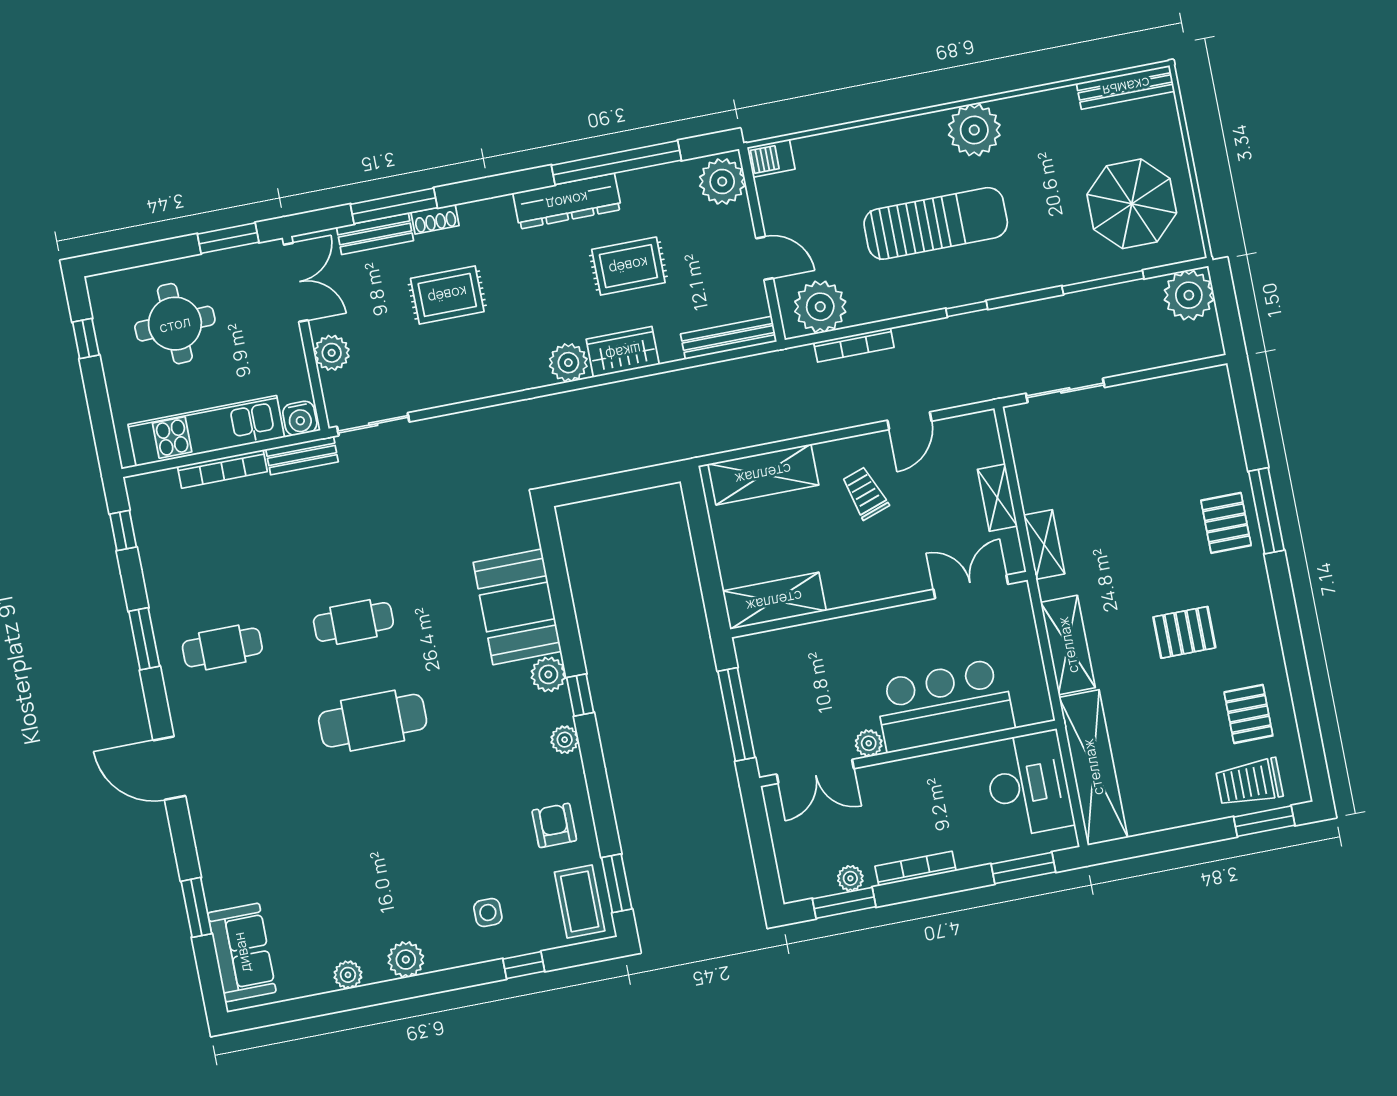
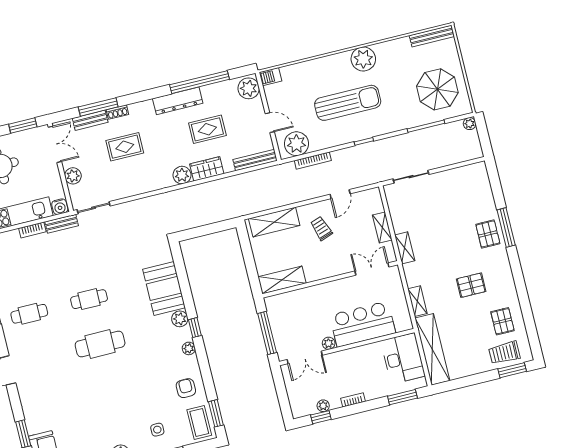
plant: (1189, 295) -> (470, 124), width x0.53, depth x0.53
bookcase: (222, 469) -> (32, 230), width x0.64
shelving: (1068, 645) -> (417, 301), width x0.67, depth x0.75
bookcase: (916, 869) -> (353, 400), width x0.64
window: (844, 903) -> (321, 417), width x0.67

